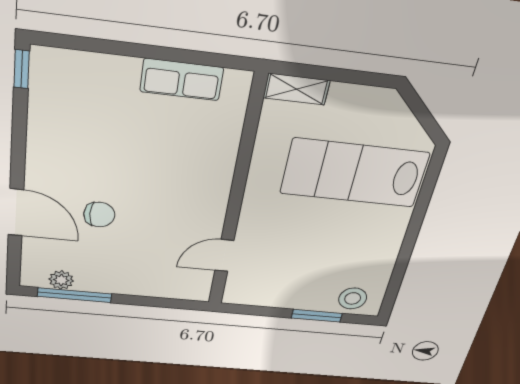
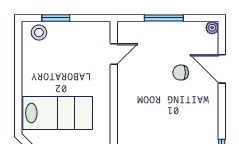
plant: (61, 280) -> (212, 28), moved
window: (75, 295) -> (164, 18), moved

